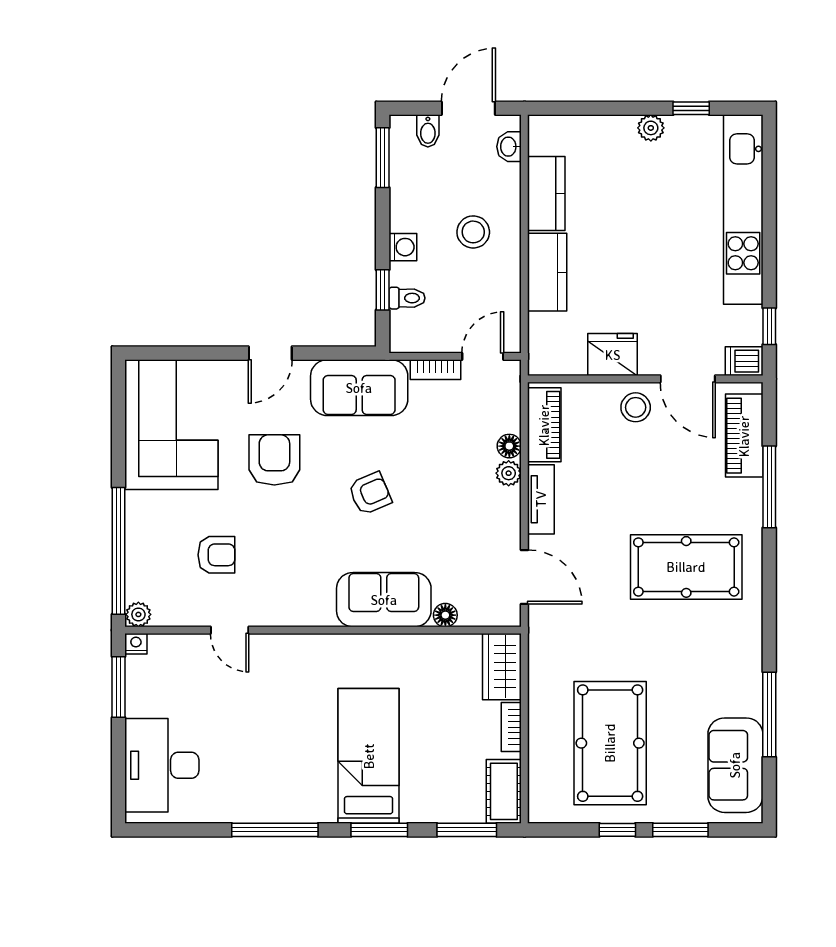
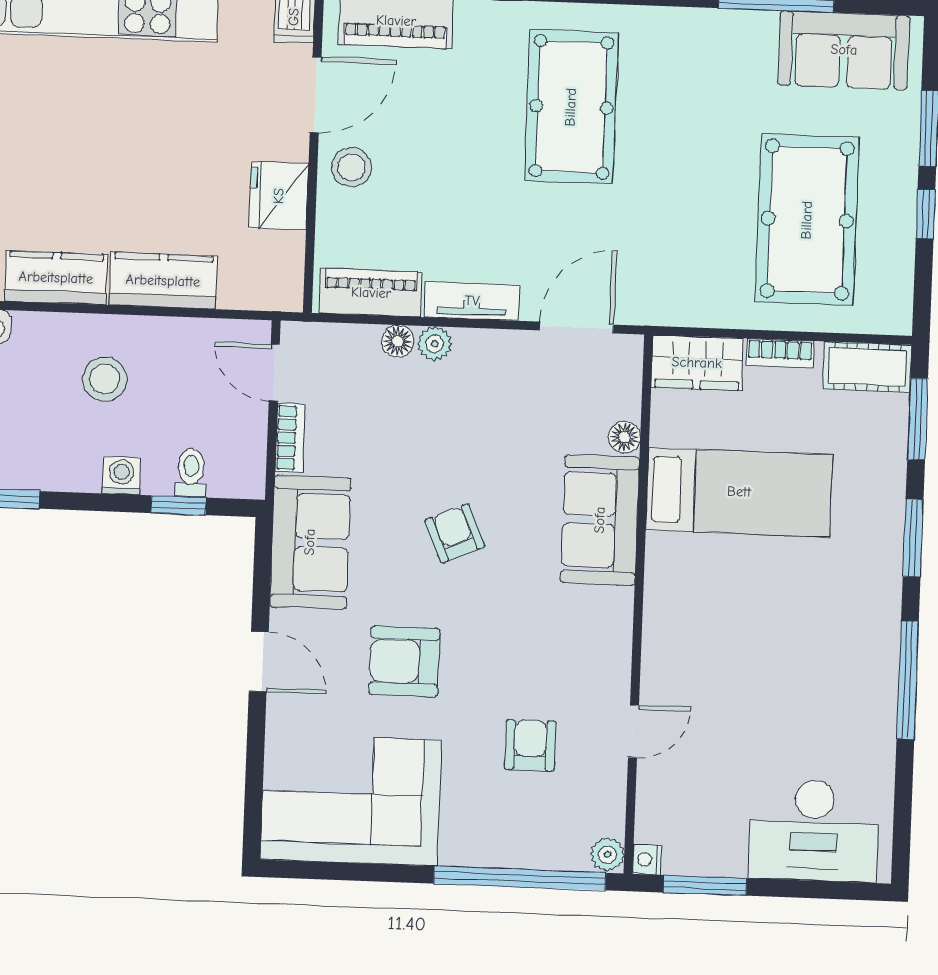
pool table: (610, 743) -> (807, 220), turned 90
bed: (369, 756) -> (739, 492), moved, turned 180

